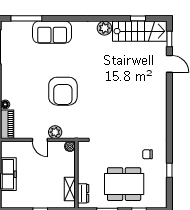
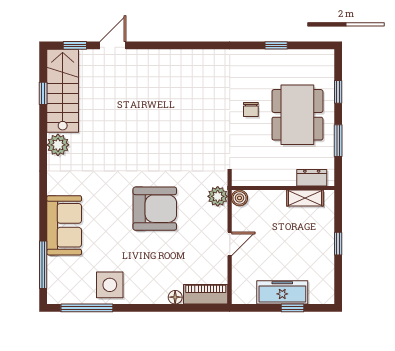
side table: (13, 62) -> (110, 285), added
plant: (55, 132) -> (218, 196), moved
chair: (147, 154) -> (251, 110), moved

